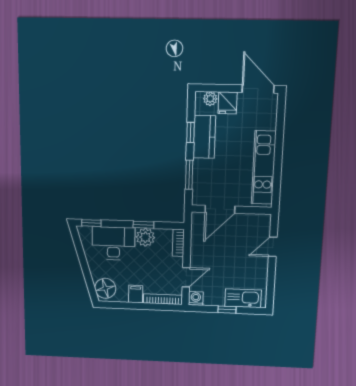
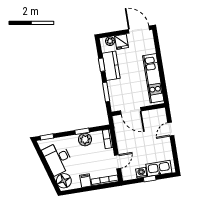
door: (220, 209) -> (131, 111), hinge flipped
desk: (113, 243) -> (58, 158), moved, turned -107
washing machine: (196, 298) -> (141, 173), moved

